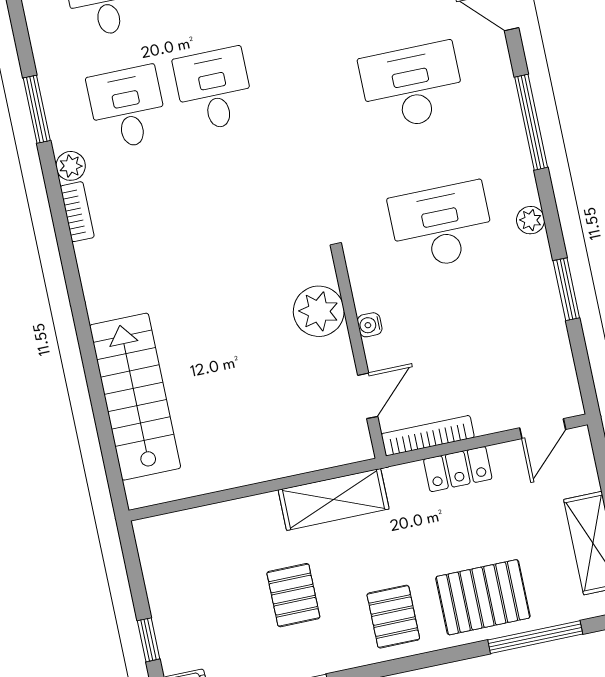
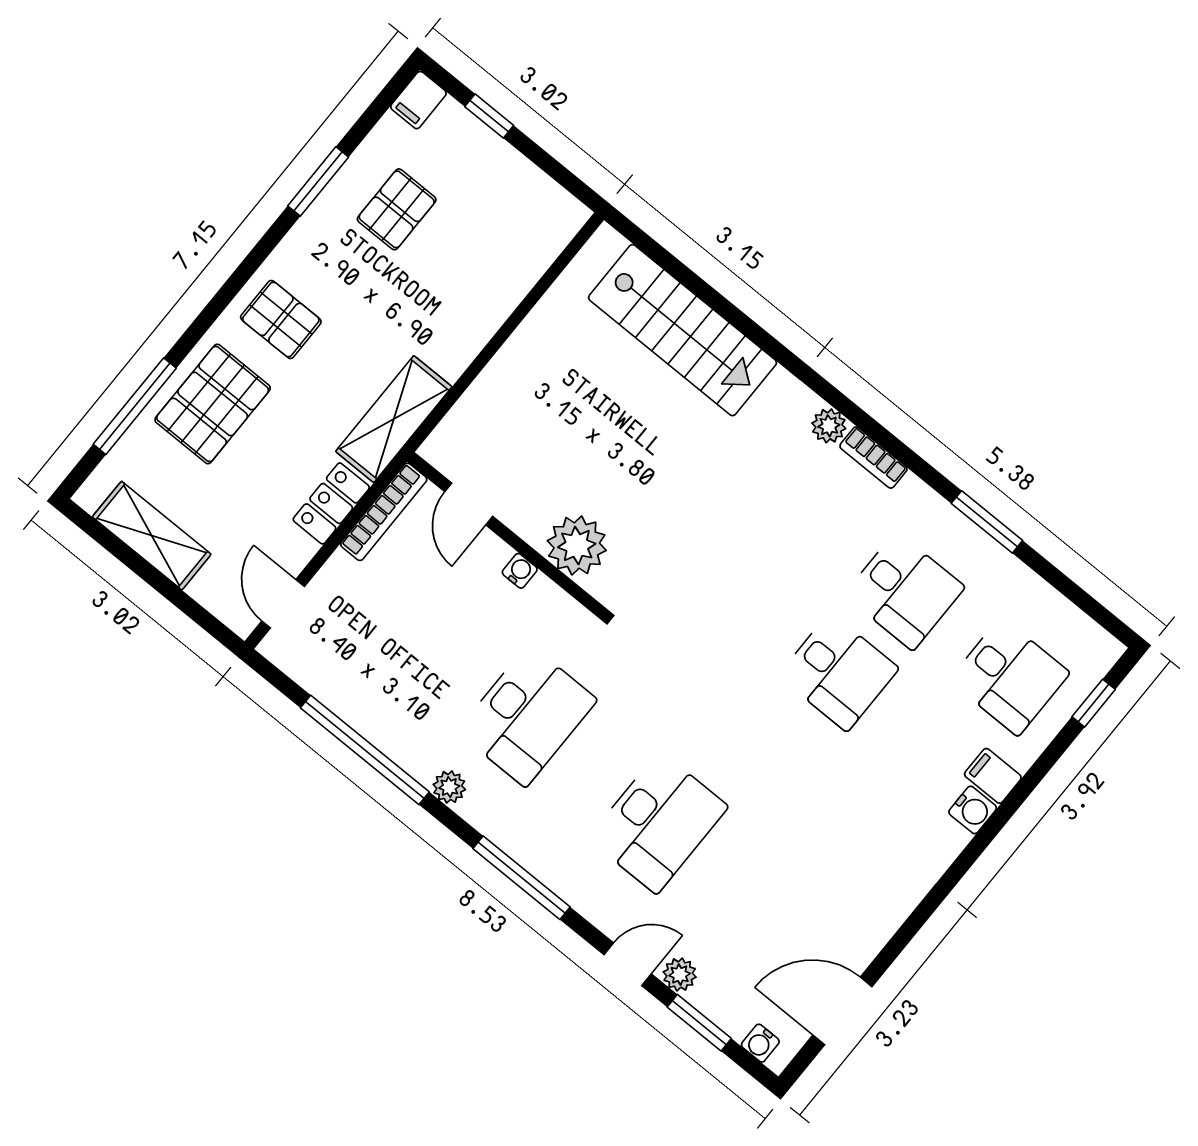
plant: (71, 166) -> (829, 426), moved
window: (566, 289) -> (365, 750), width x2.11
shelving: (334, 499) -> (394, 419), moved
pallet: (293, 595) -> (397, 209), moved, turned 90

